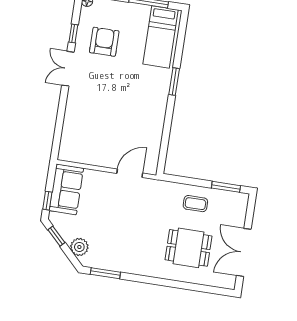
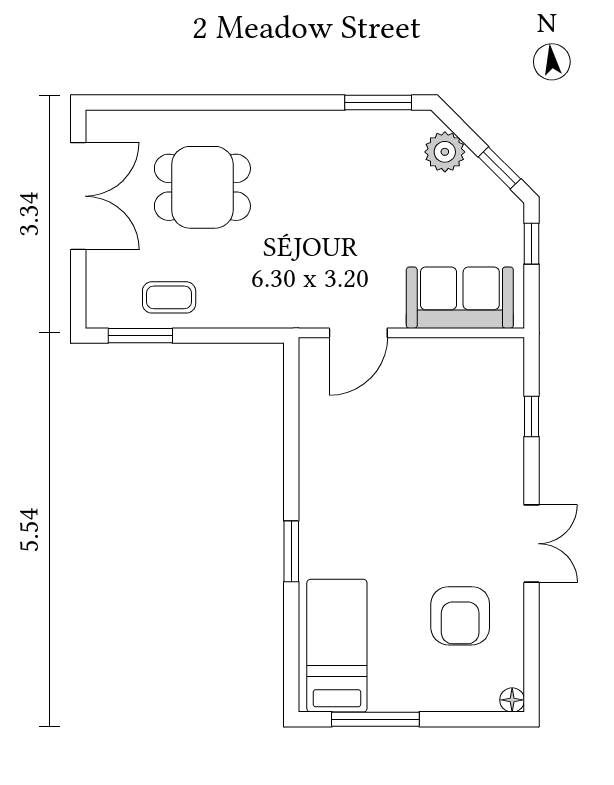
window: (73, 34) -> (531, 416), moved
sofa: (66, 189) -> (460, 298), moved, turned 90
coffee table: (195, 204) -> (169, 297), moved

